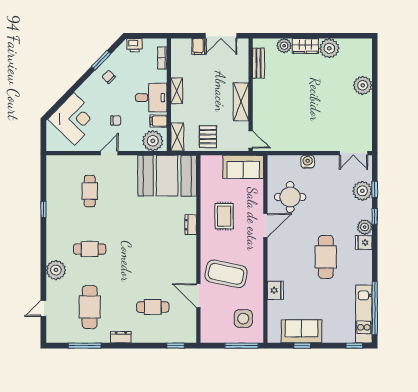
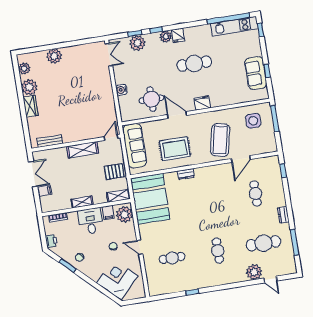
plant: (284, 46) -> (24, 69), moved
sofa: (243, 167) -> (135, 146), width x1.36
rug: (224, 216) -> (175, 149), width x1.36, depth x1.43
plant: (56, 270) -> (254, 272), moved
fridge: (275, 290) -> (202, 103), moved

